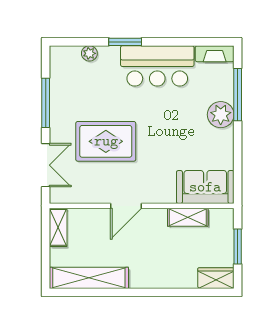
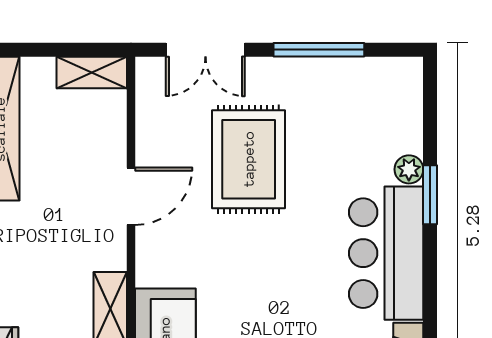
plant: (89, 53) -> (409, 169), moved
door: (126, 206) -> (131, 196), swing flipped

